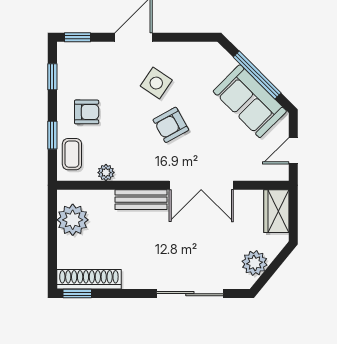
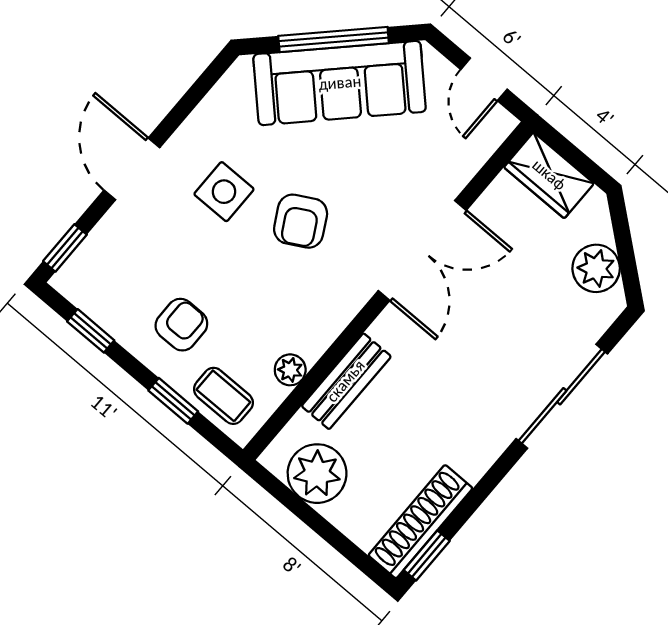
side table: (156, 83) -> (224, 192), turned -34
sofa: (250, 101) -> (340, 83), width x1.36
bench: (141, 200) -> (346, 381), moved

